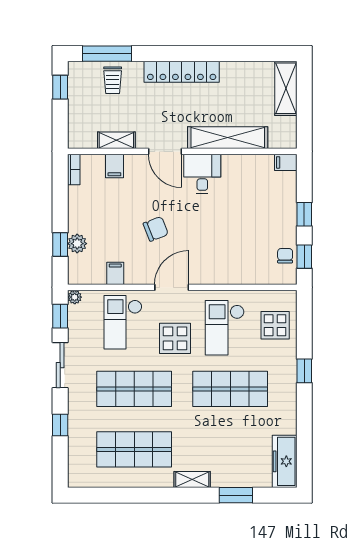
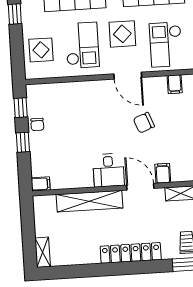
shelving: (286, 88) -> (43, 252), width x0.67, depth x0.75
filing cabinet: (114, 166) -> (163, 173), moved
chair: (285, 256) -> (37, 124), moved
door: (172, 287) -> (128, 76), hinge flipped
checkout: (123, 322) -> (166, 44), turned 180

